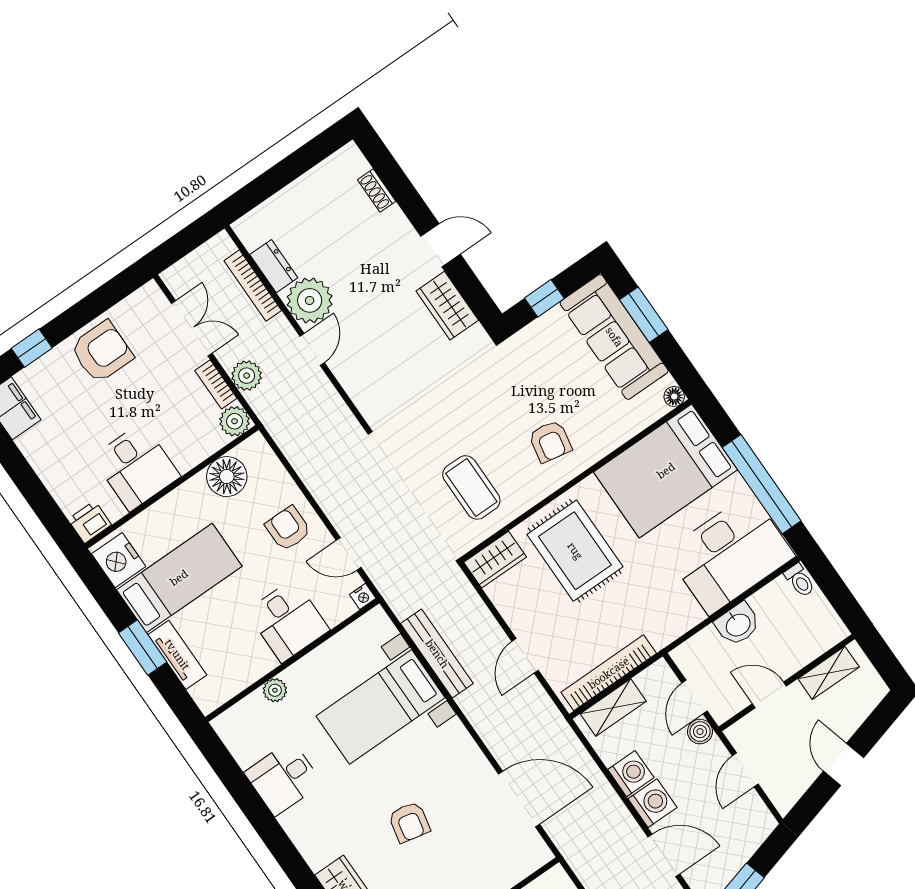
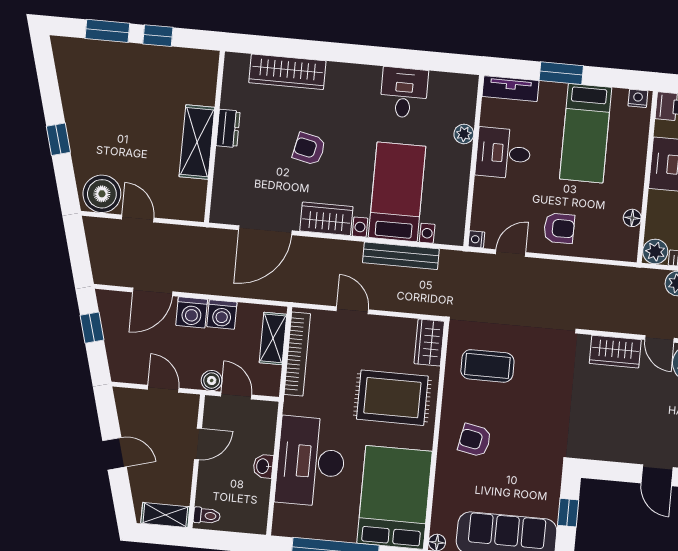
door: (440, 245) -> (657, 475), hinge flipped
wardrobe: (447, 306) -> (615, 352), moved, turned 180
floor lamp: (227, 477) -> (632, 218), width x0.53, depth x0.53
desk: (730, 554) -> (311, 461), moved
nightstand: (119, 560) -> (638, 98), width x0.53, depth x0.56
toilet: (800, 580) -> (207, 516), moved, turned 180
desk: (288, 621) -> (503, 153), moved
washbasin: (738, 624) -> (263, 466), width x0.72, depth x0.69
tv unit: (177, 655) -> (511, 89), moved
shelving: (829, 673) -> (165, 515), moved, turned 90
wardrobe: (461, 751) -> (326, 219), added

